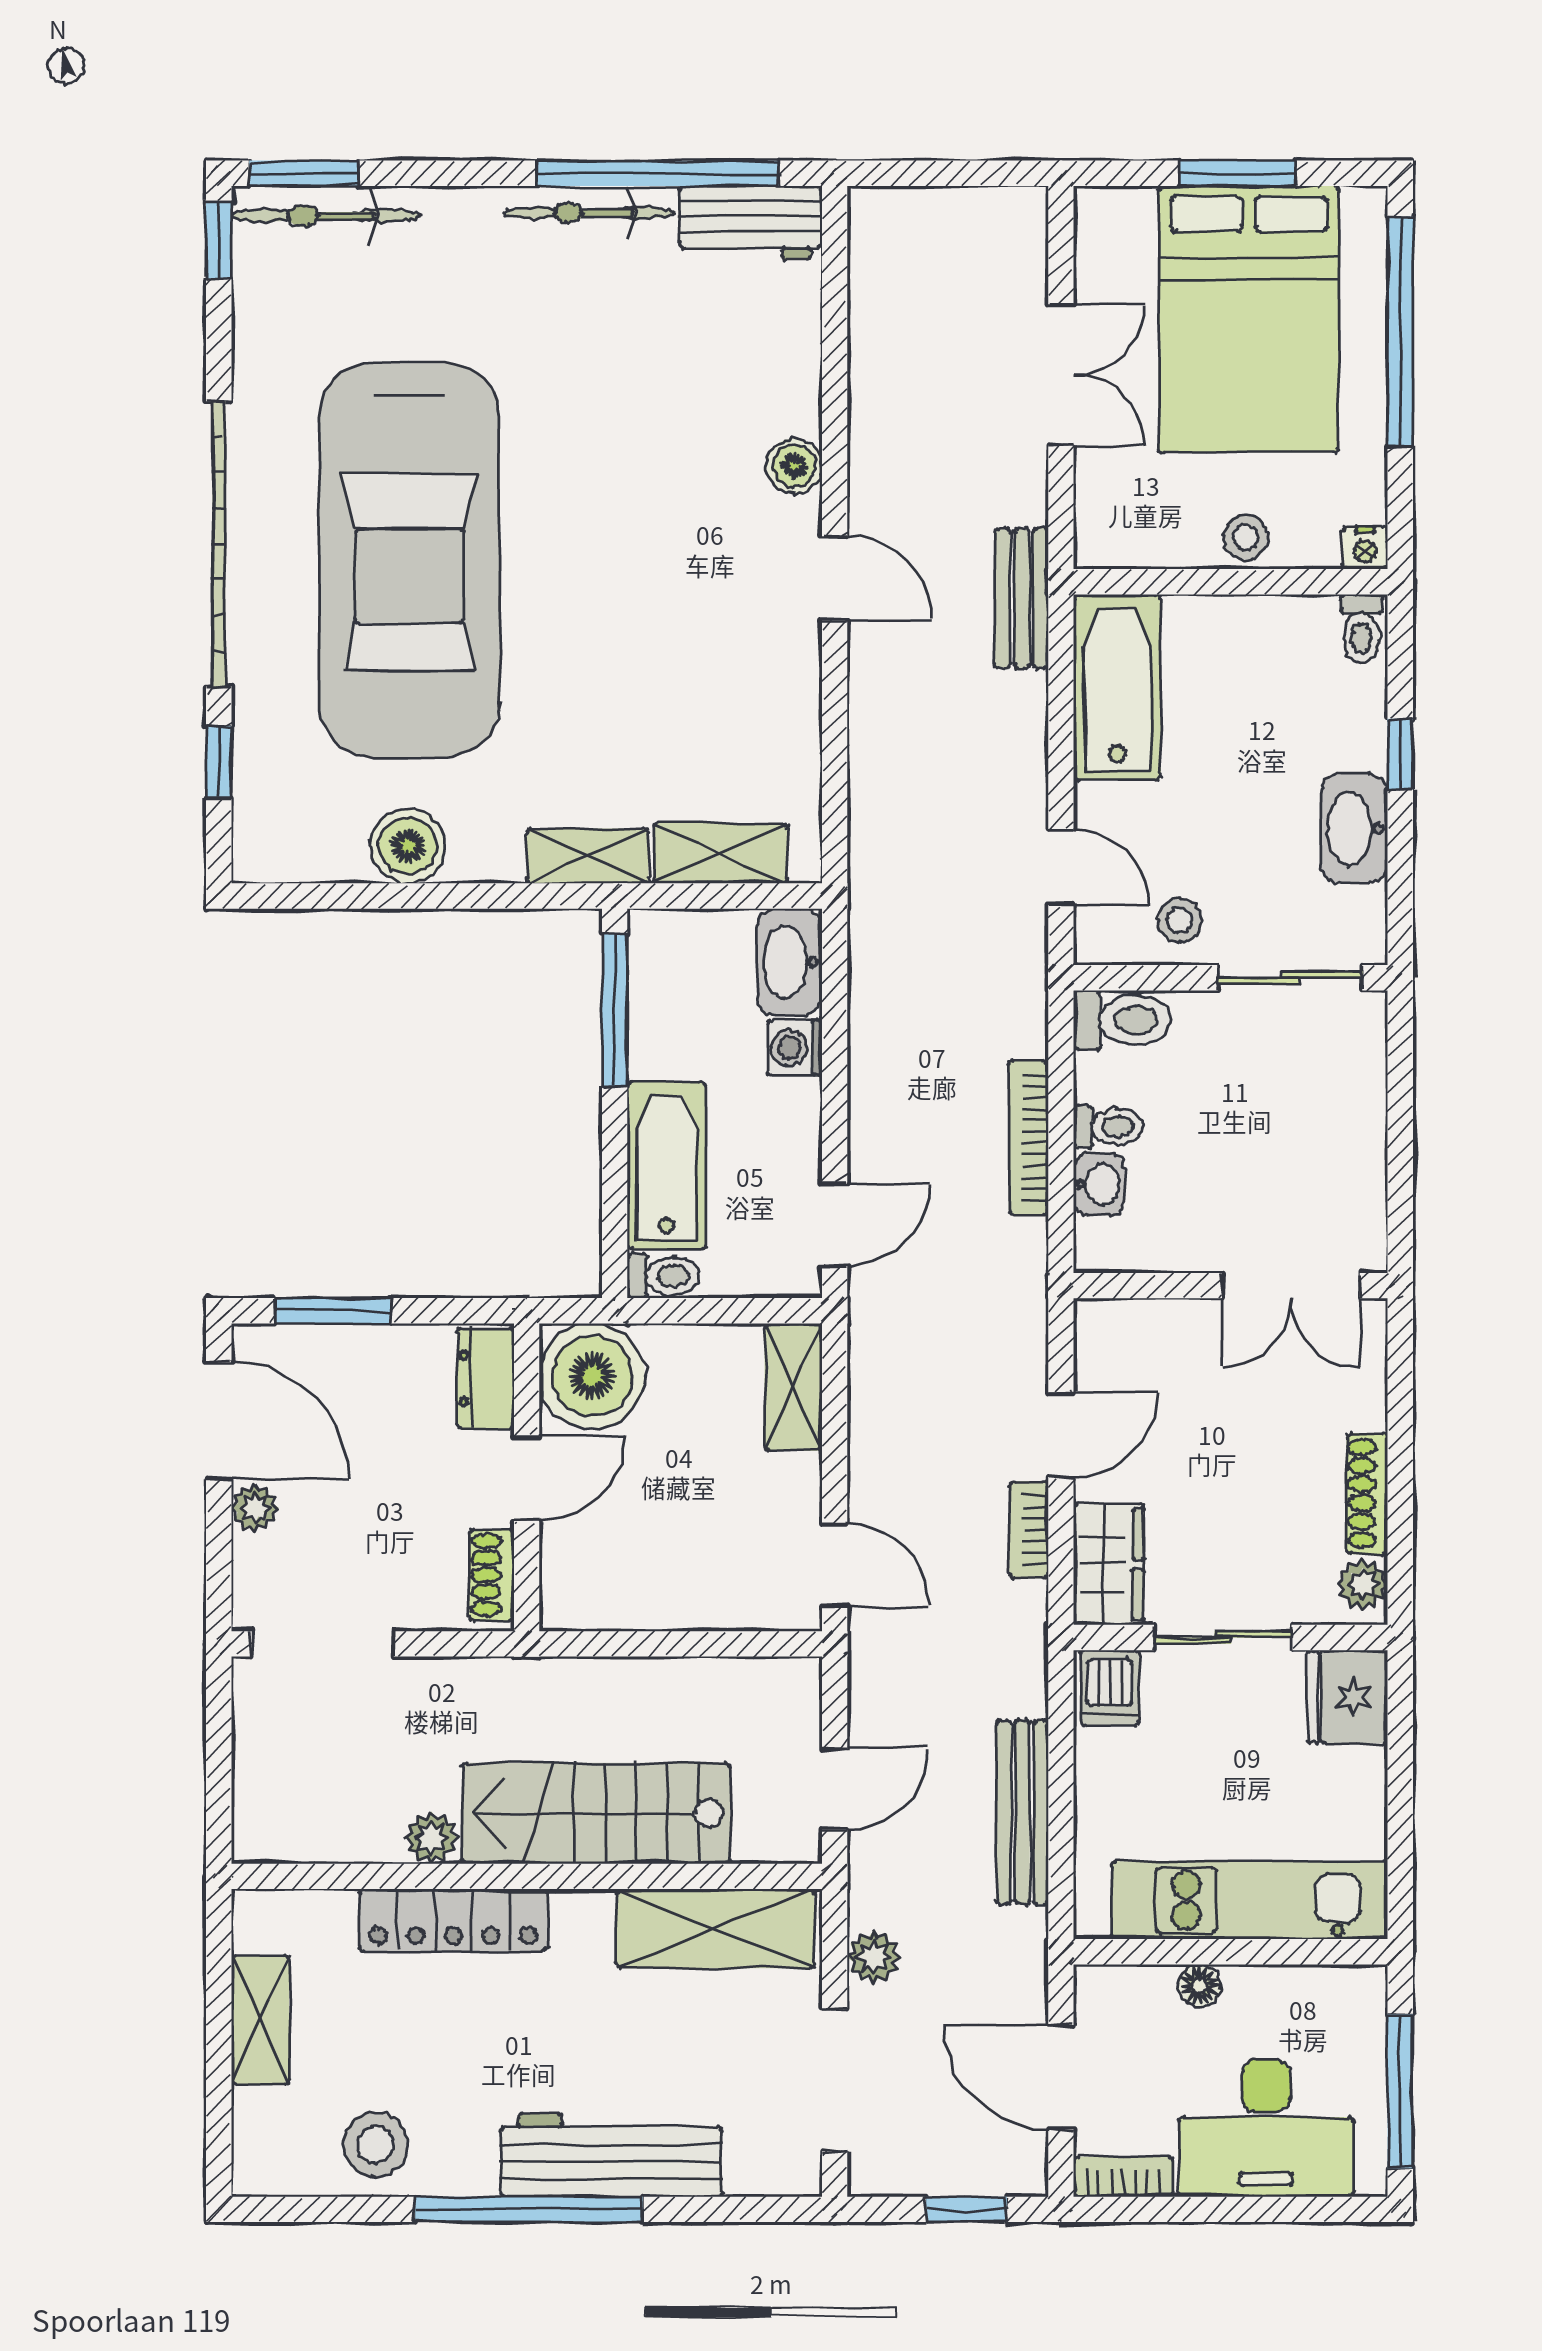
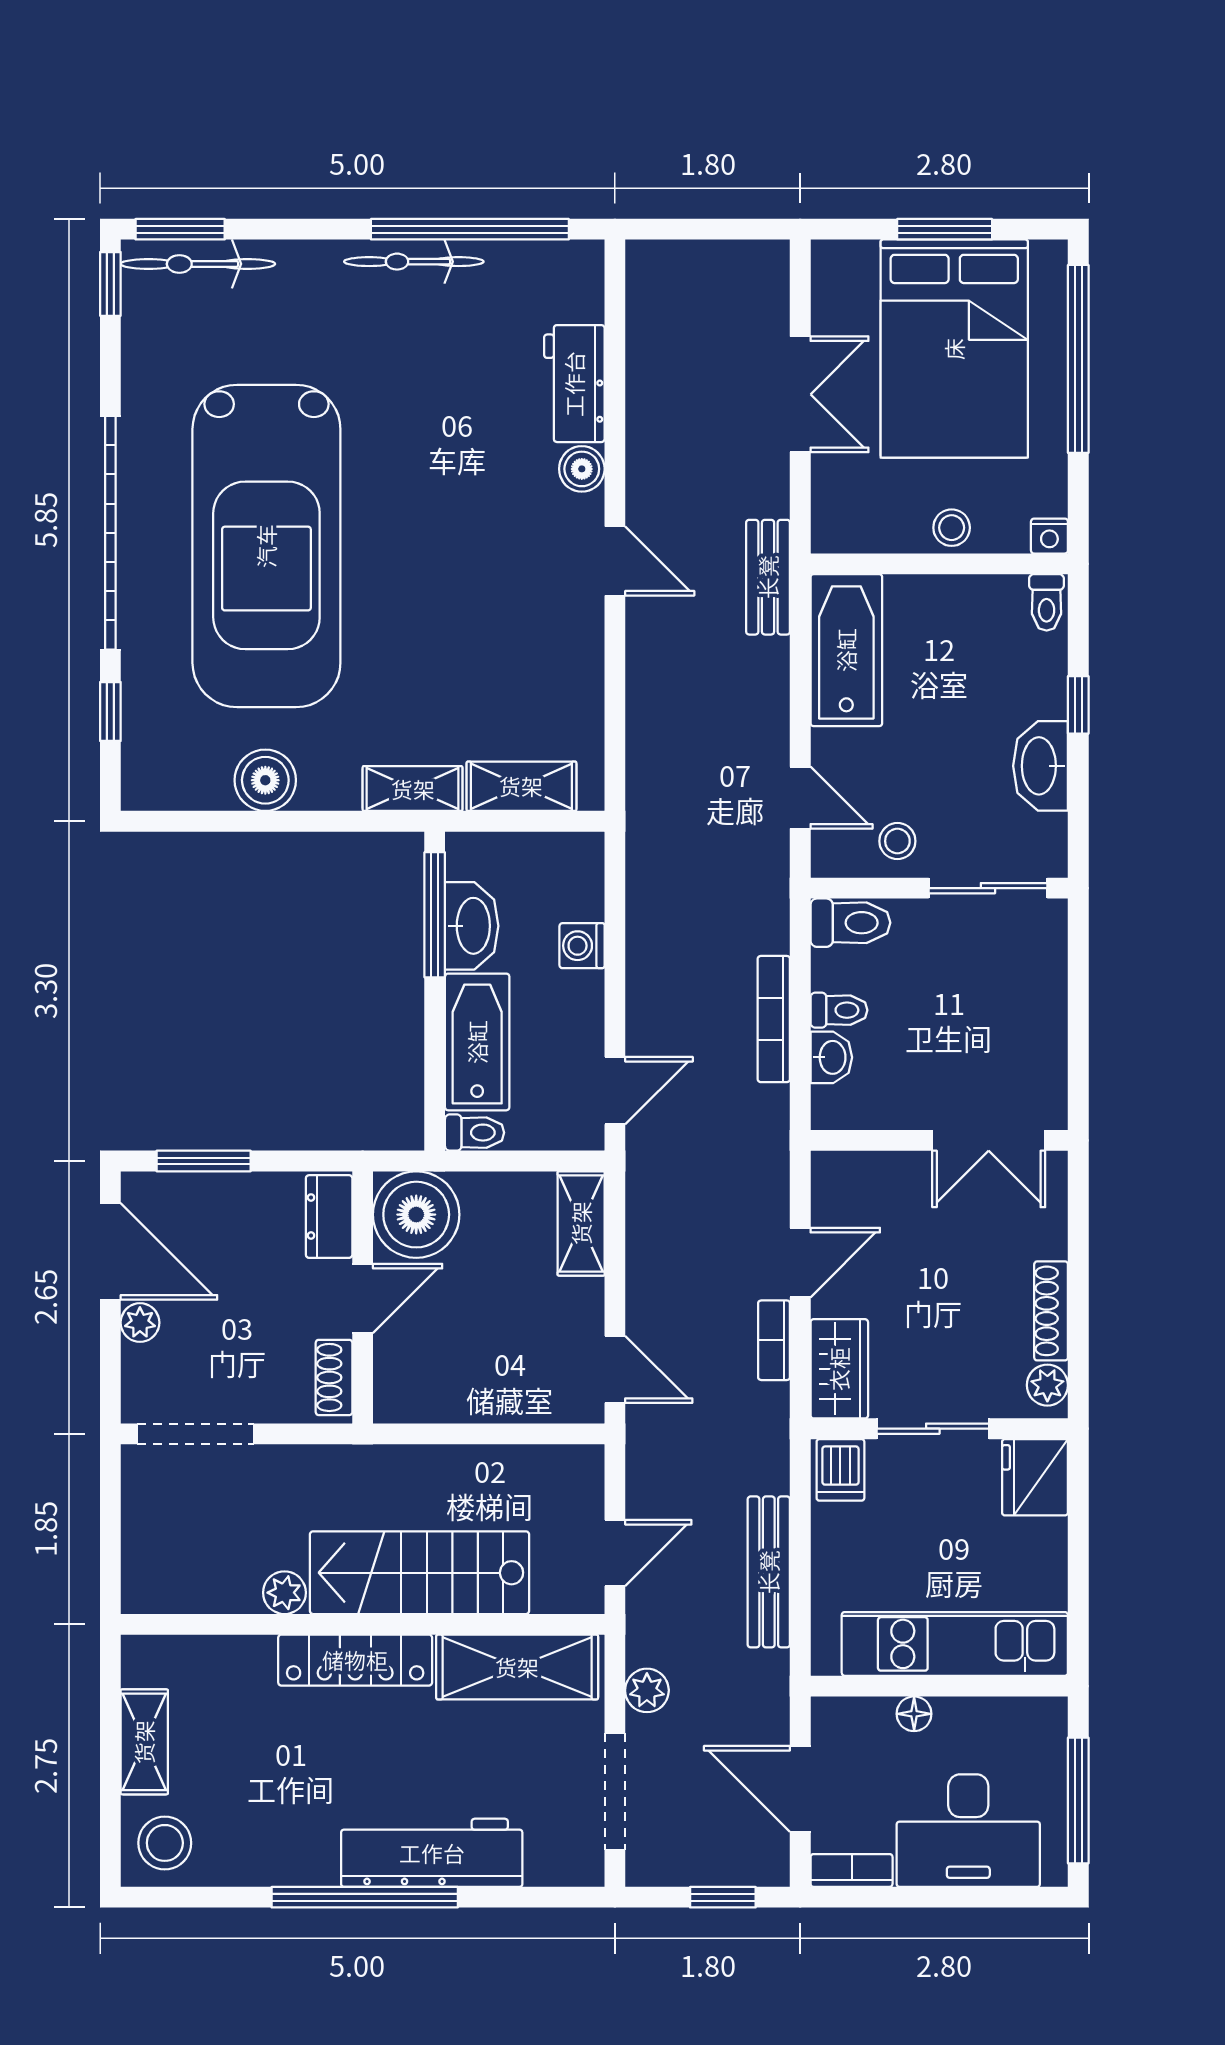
workbench: (751, 223) -> (574, 384), moved, turned 90
washbasin: (789, 962) -> (472, 926), moved, turned 180
locker: (453, 1920) -> (355, 1660), moved
stool: (376, 2145) -> (165, 1843), moved

